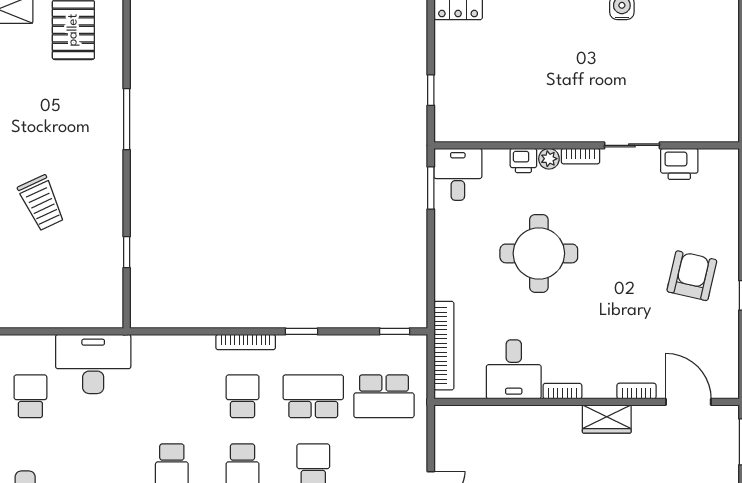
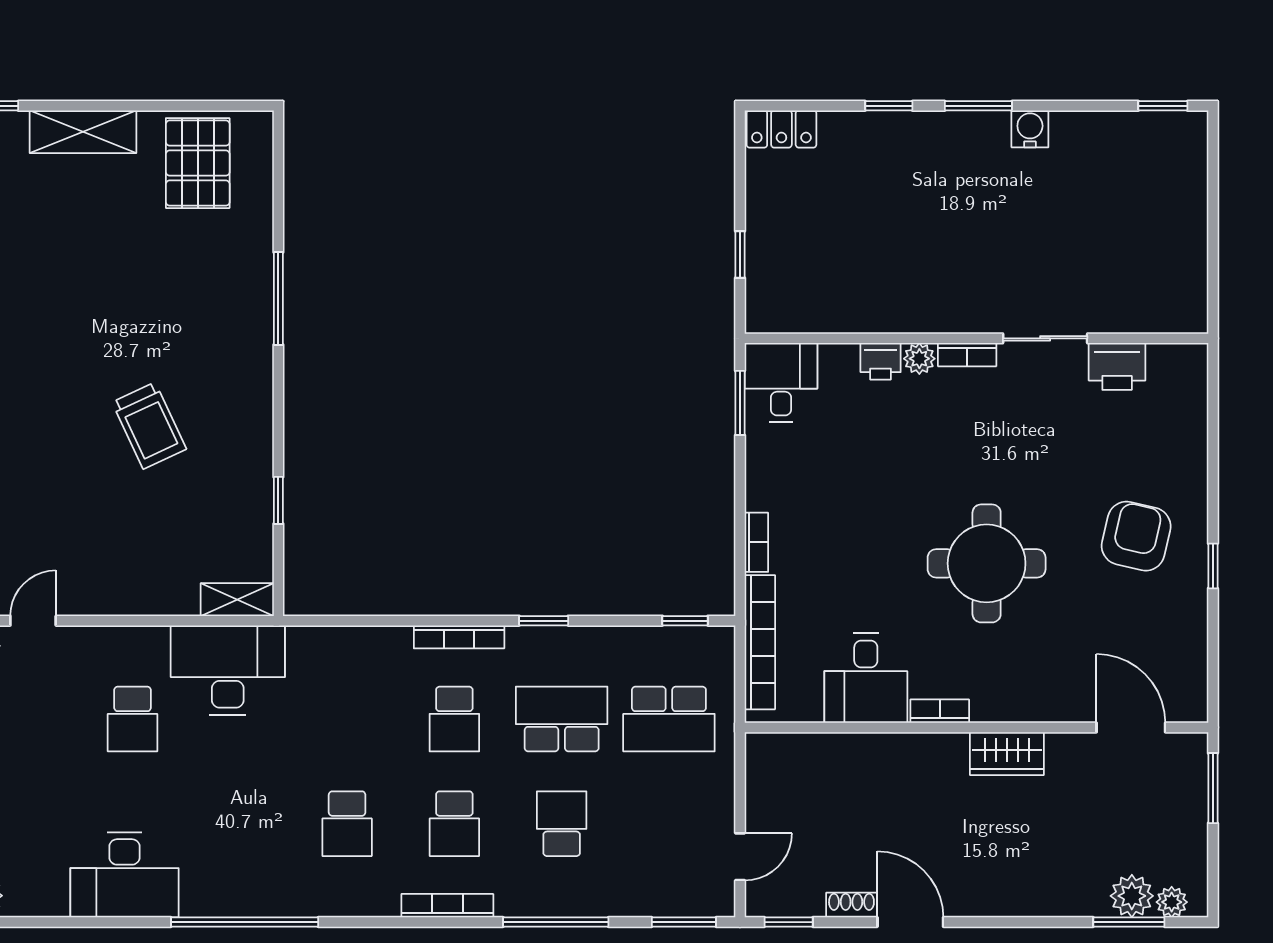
round table: (539, 253) -> (987, 563), moved
shelving: (99, 318) -> (237, 600), added
bookcase: (636, 391) -> (756, 542), moved, turned 90
school desk: (30, 396) -> (133, 719), turned 180
school desk: (243, 396) -> (454, 719), turned 180

